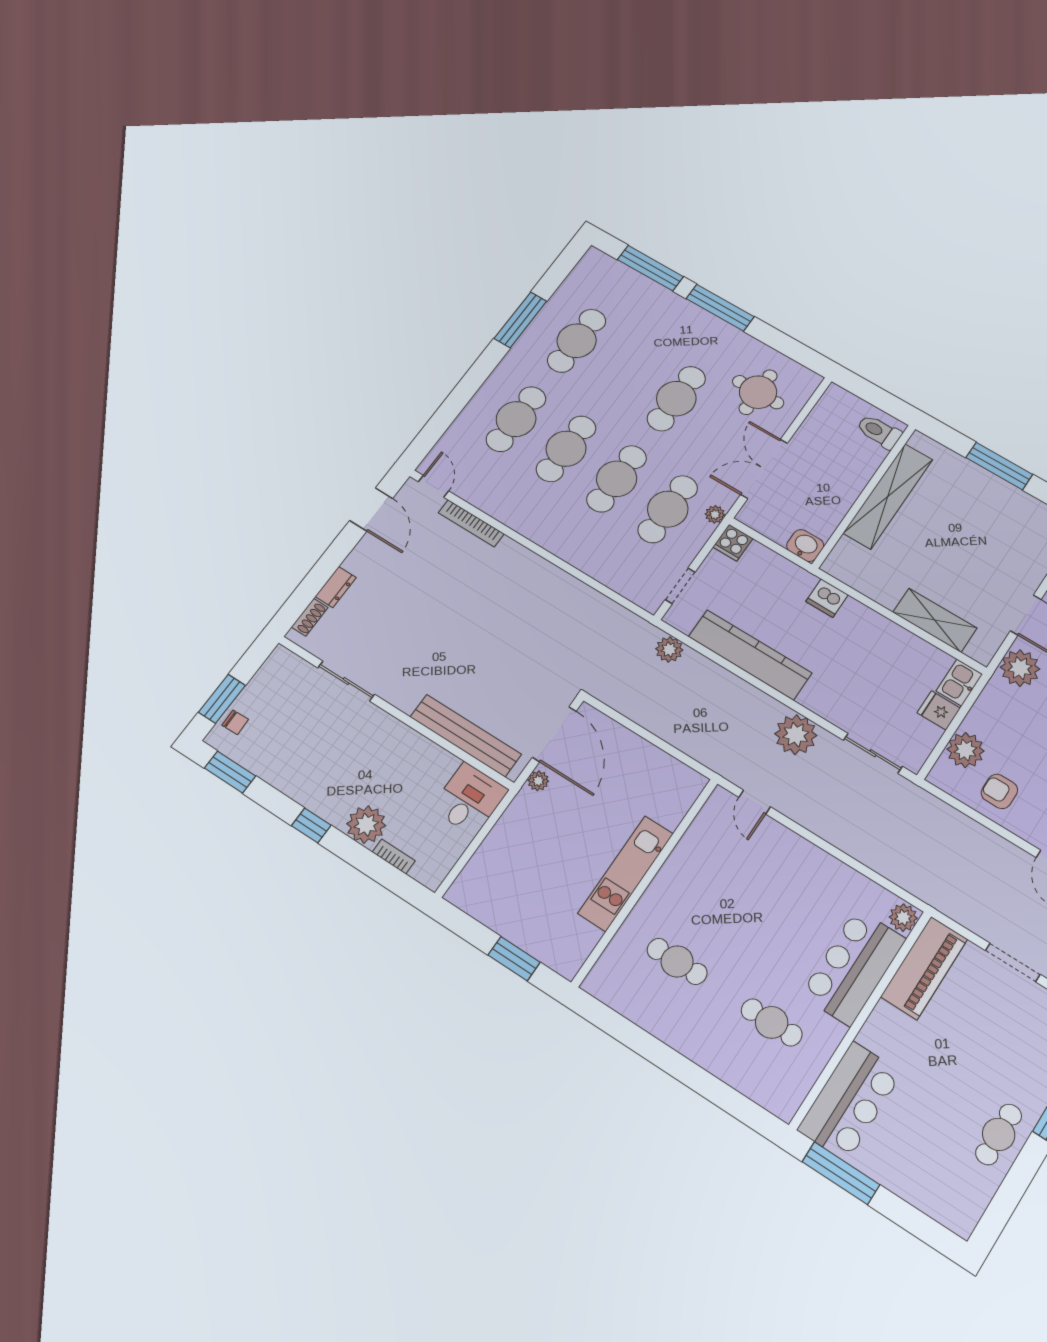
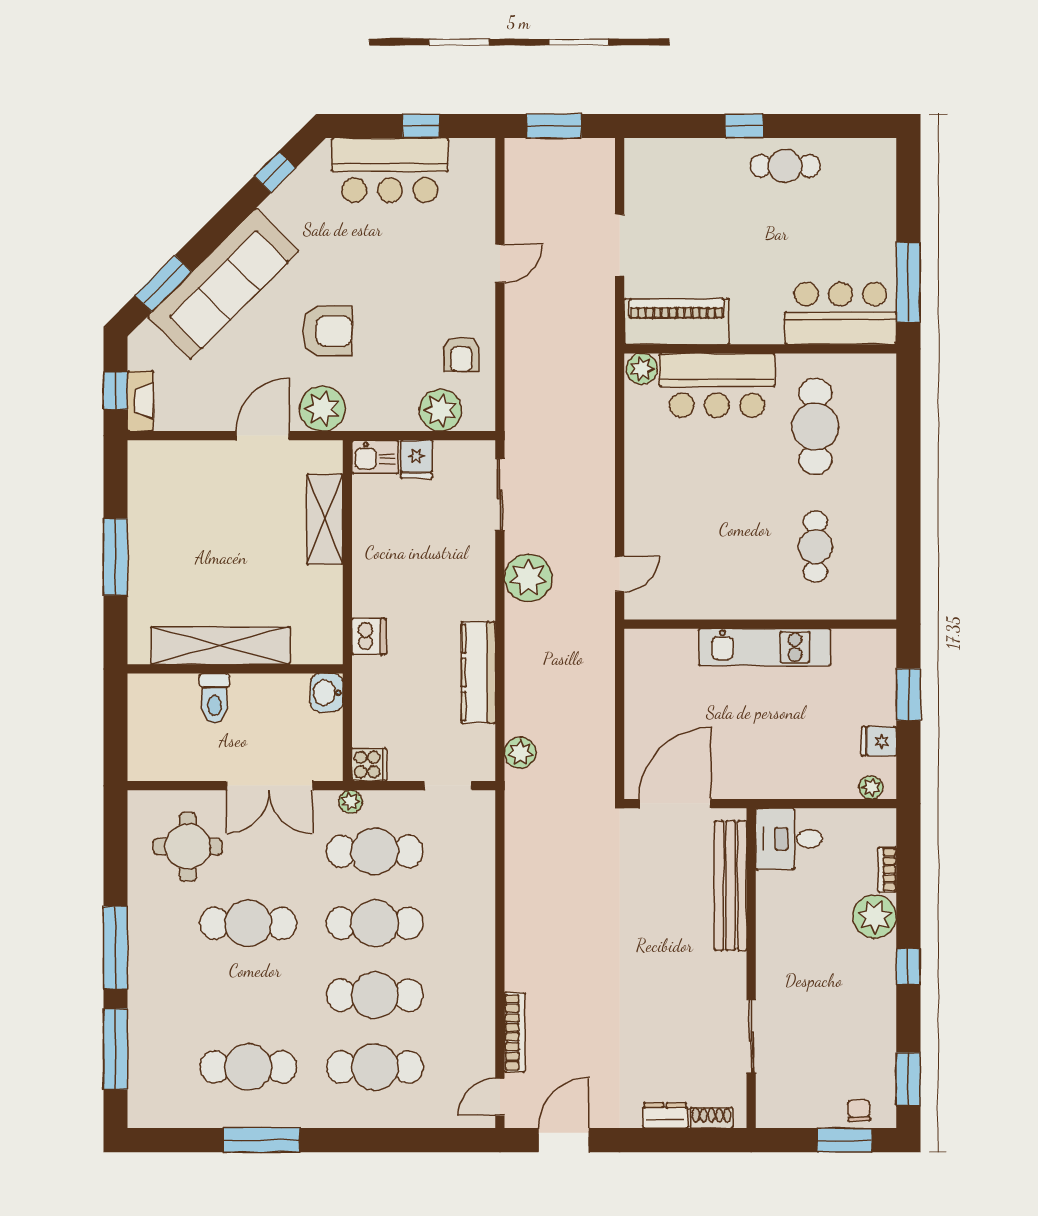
toilet: (879, 432) -> (215, 699), moved
kitchen counter: (750, 655) -> (478, 673), width x0.72, depth x0.86
plant: (538, 781) -> (871, 787), moved
fridge: (494, 913) -> (879, 741), added
cafe table: (772, 1022) -> (815, 426), width x1.37, depth x1.35

